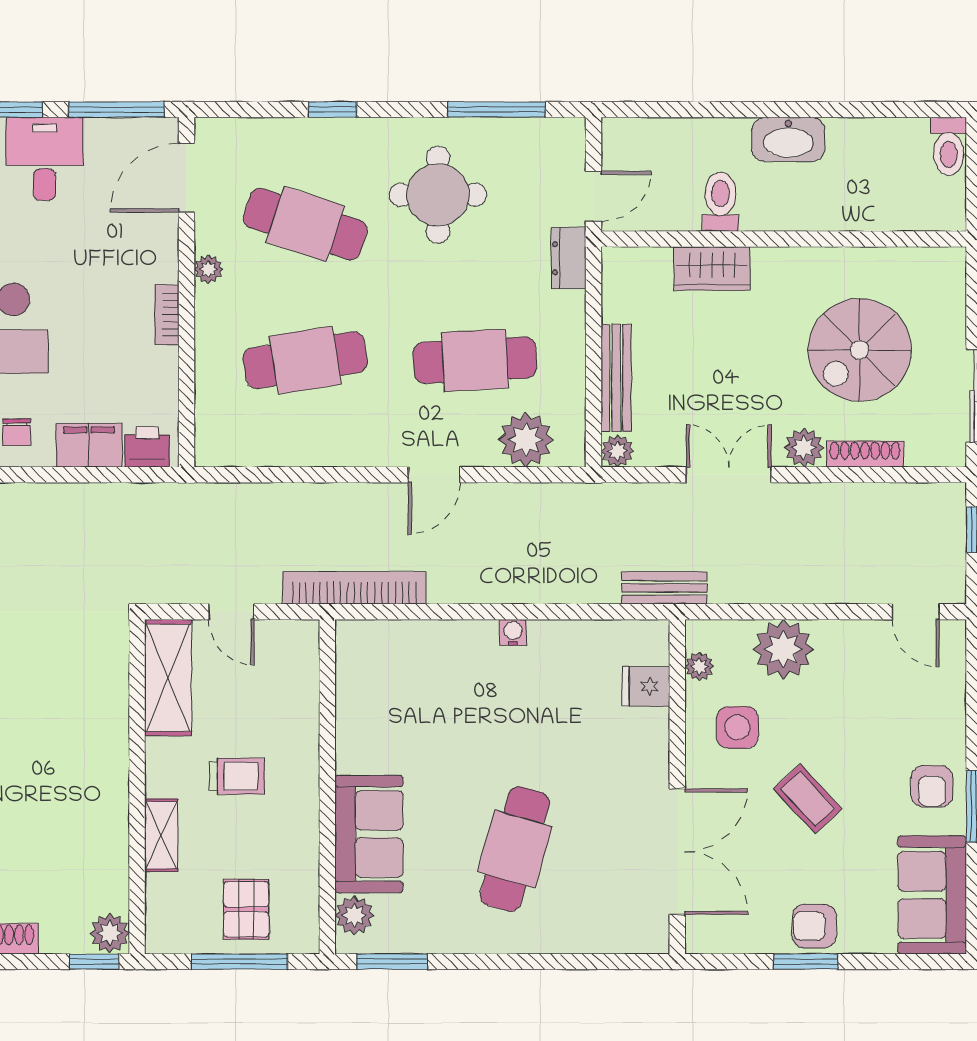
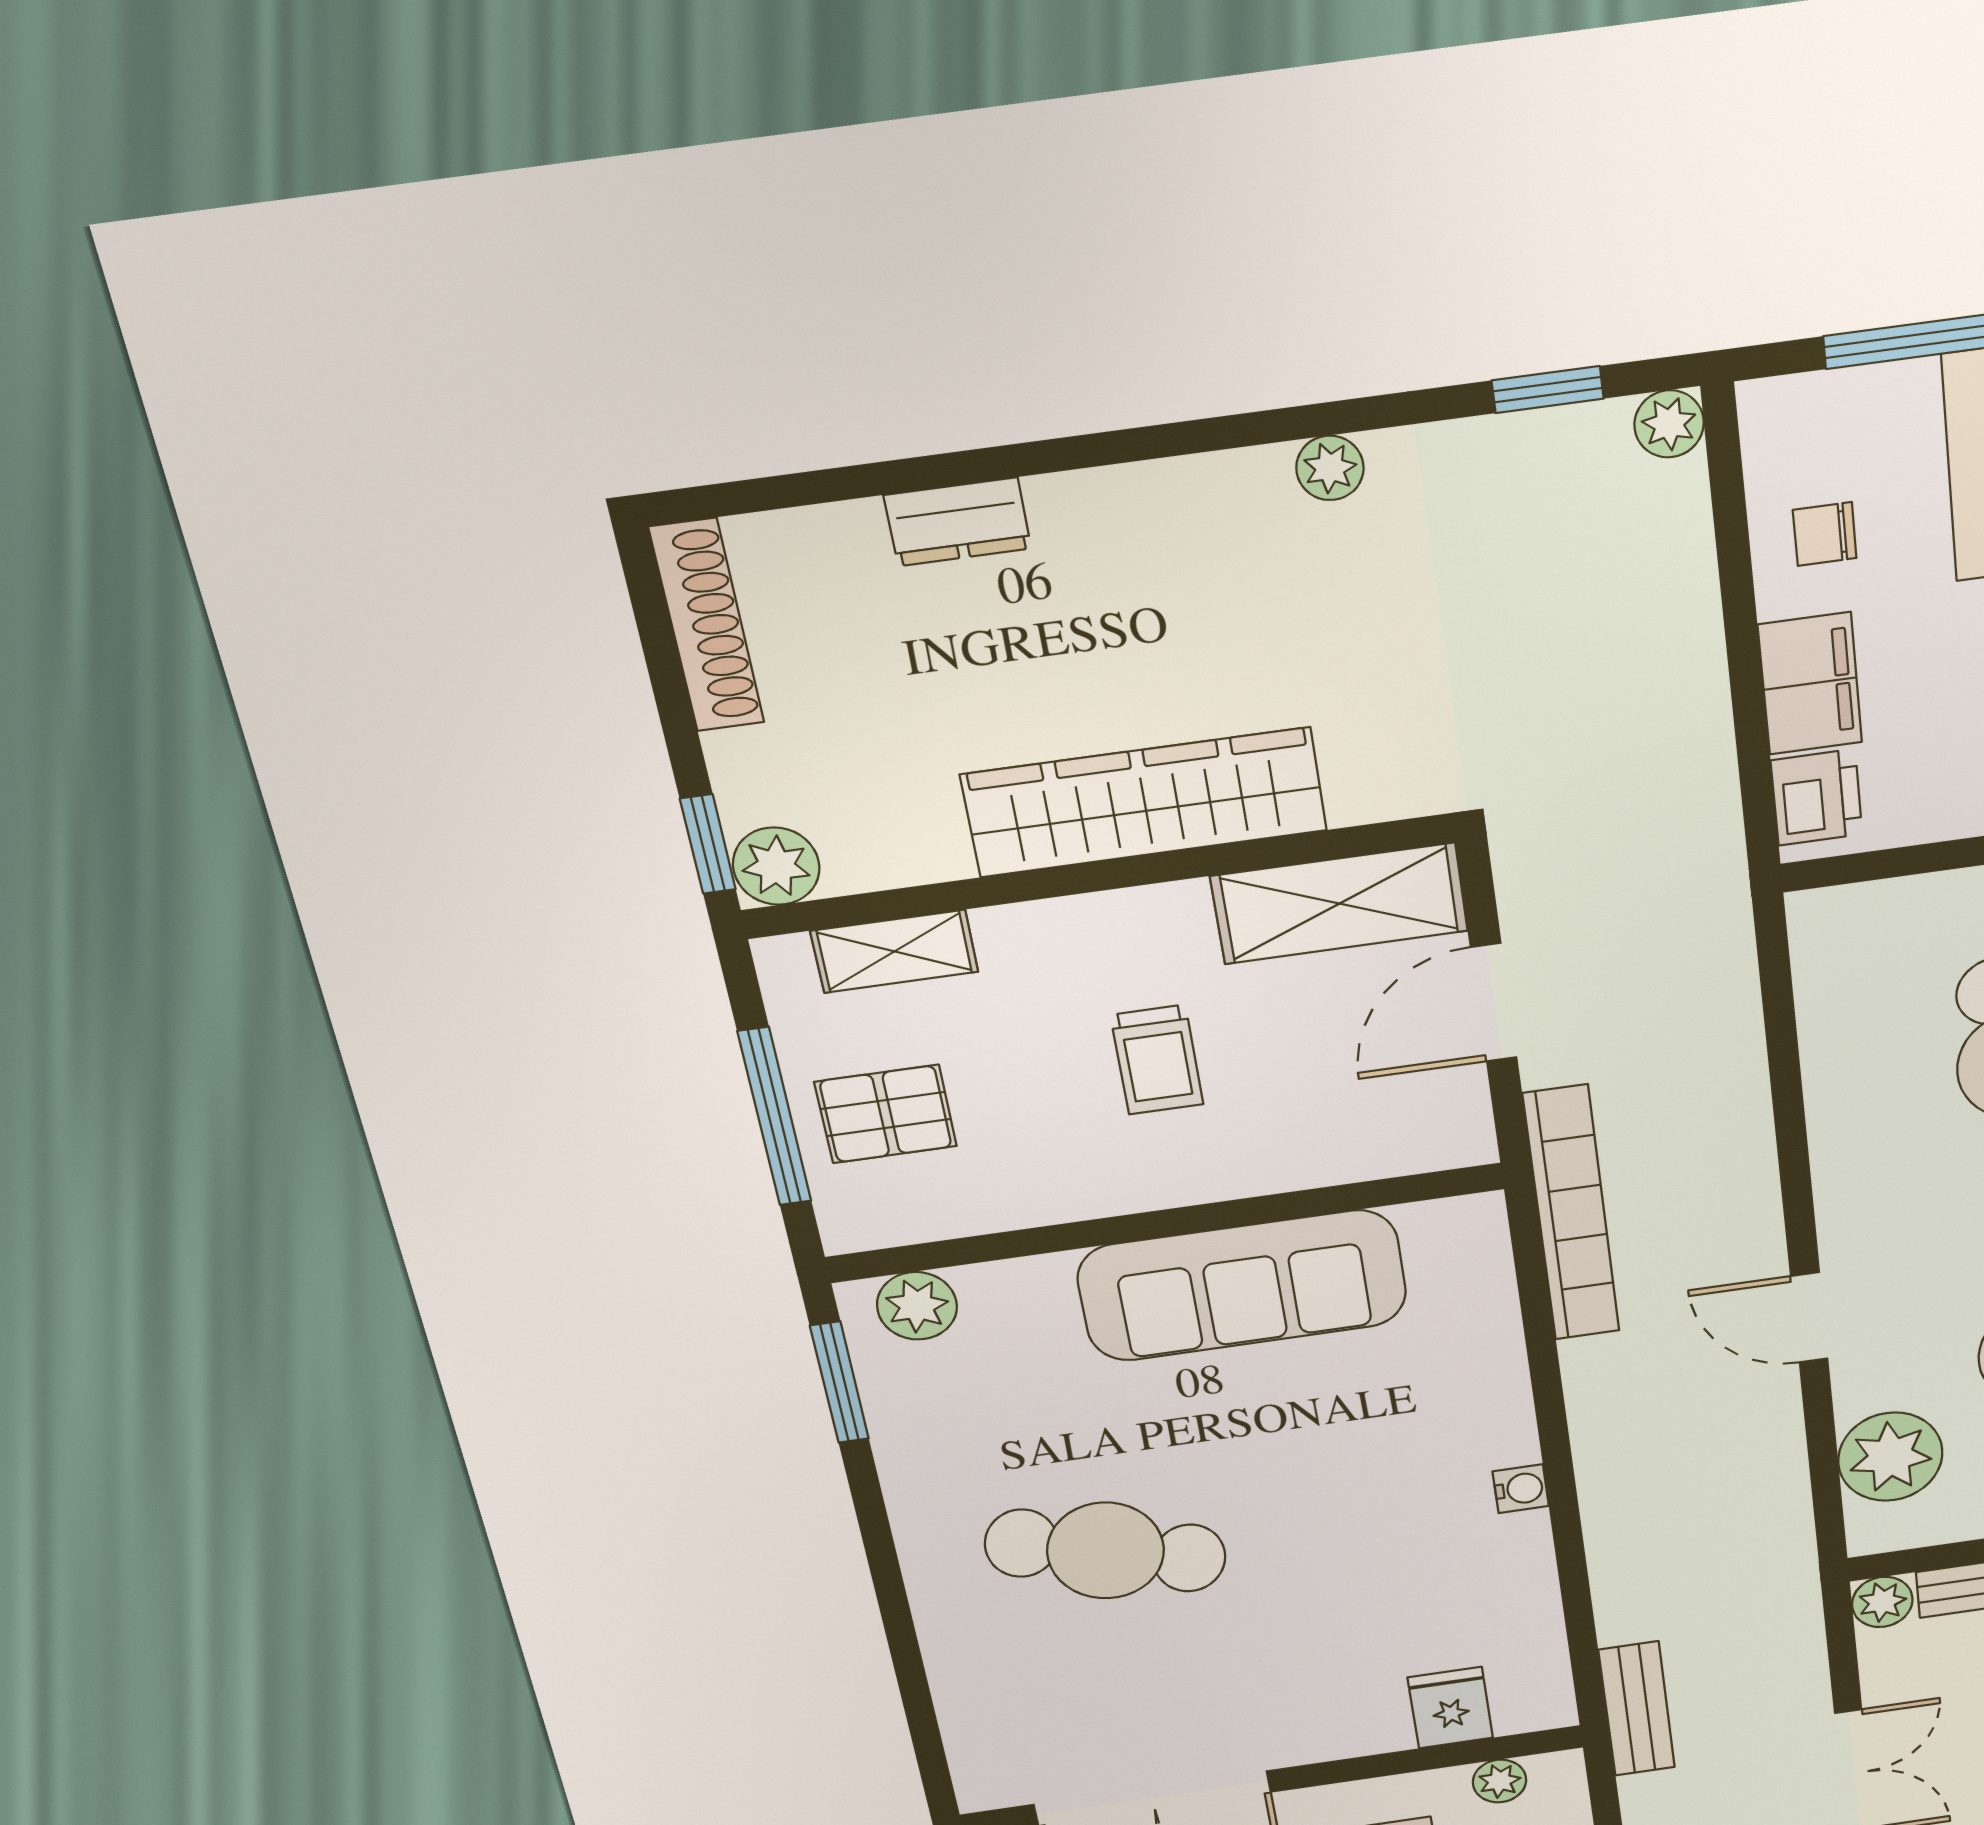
door: (231, 612) -> (1494, 1002), width x1.37
wardrobe: (103, 760) -> (1145, 803), added
sofa: (369, 834) -> (1242, 1286), moved, width x1.36
shelving: (161, 835) -> (894, 951), moved

